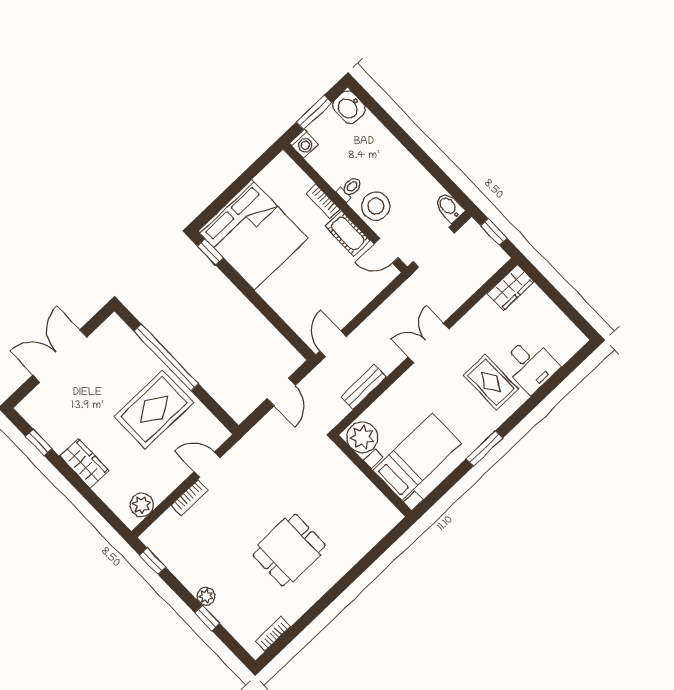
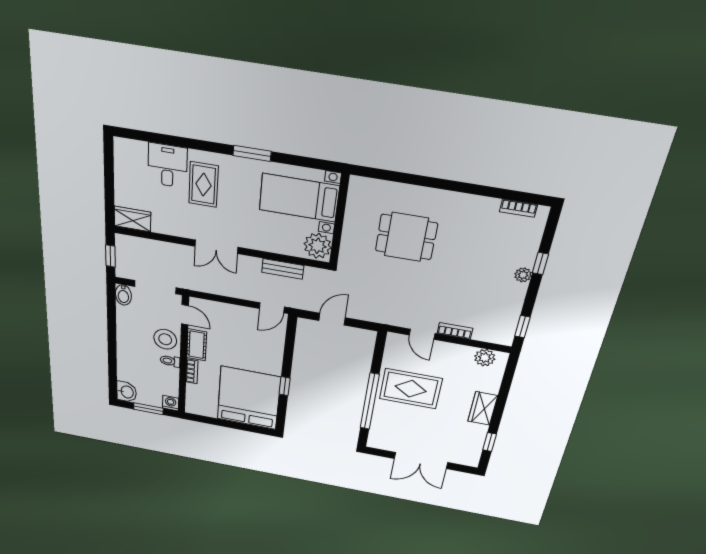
window: (210, 252) -> (285, 386), moved
dining table: (289, 550) -> (406, 237), moved

